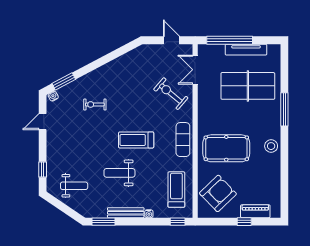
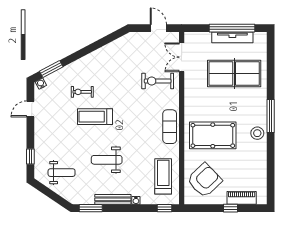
window: (230, 40) -> (232, 28), moved
exercise bike: (171, 94) -> (158, 81), turned -40
window: (284, 109) -> (271, 116), moved
treadmill: (136, 140) -> (95, 117), moved

